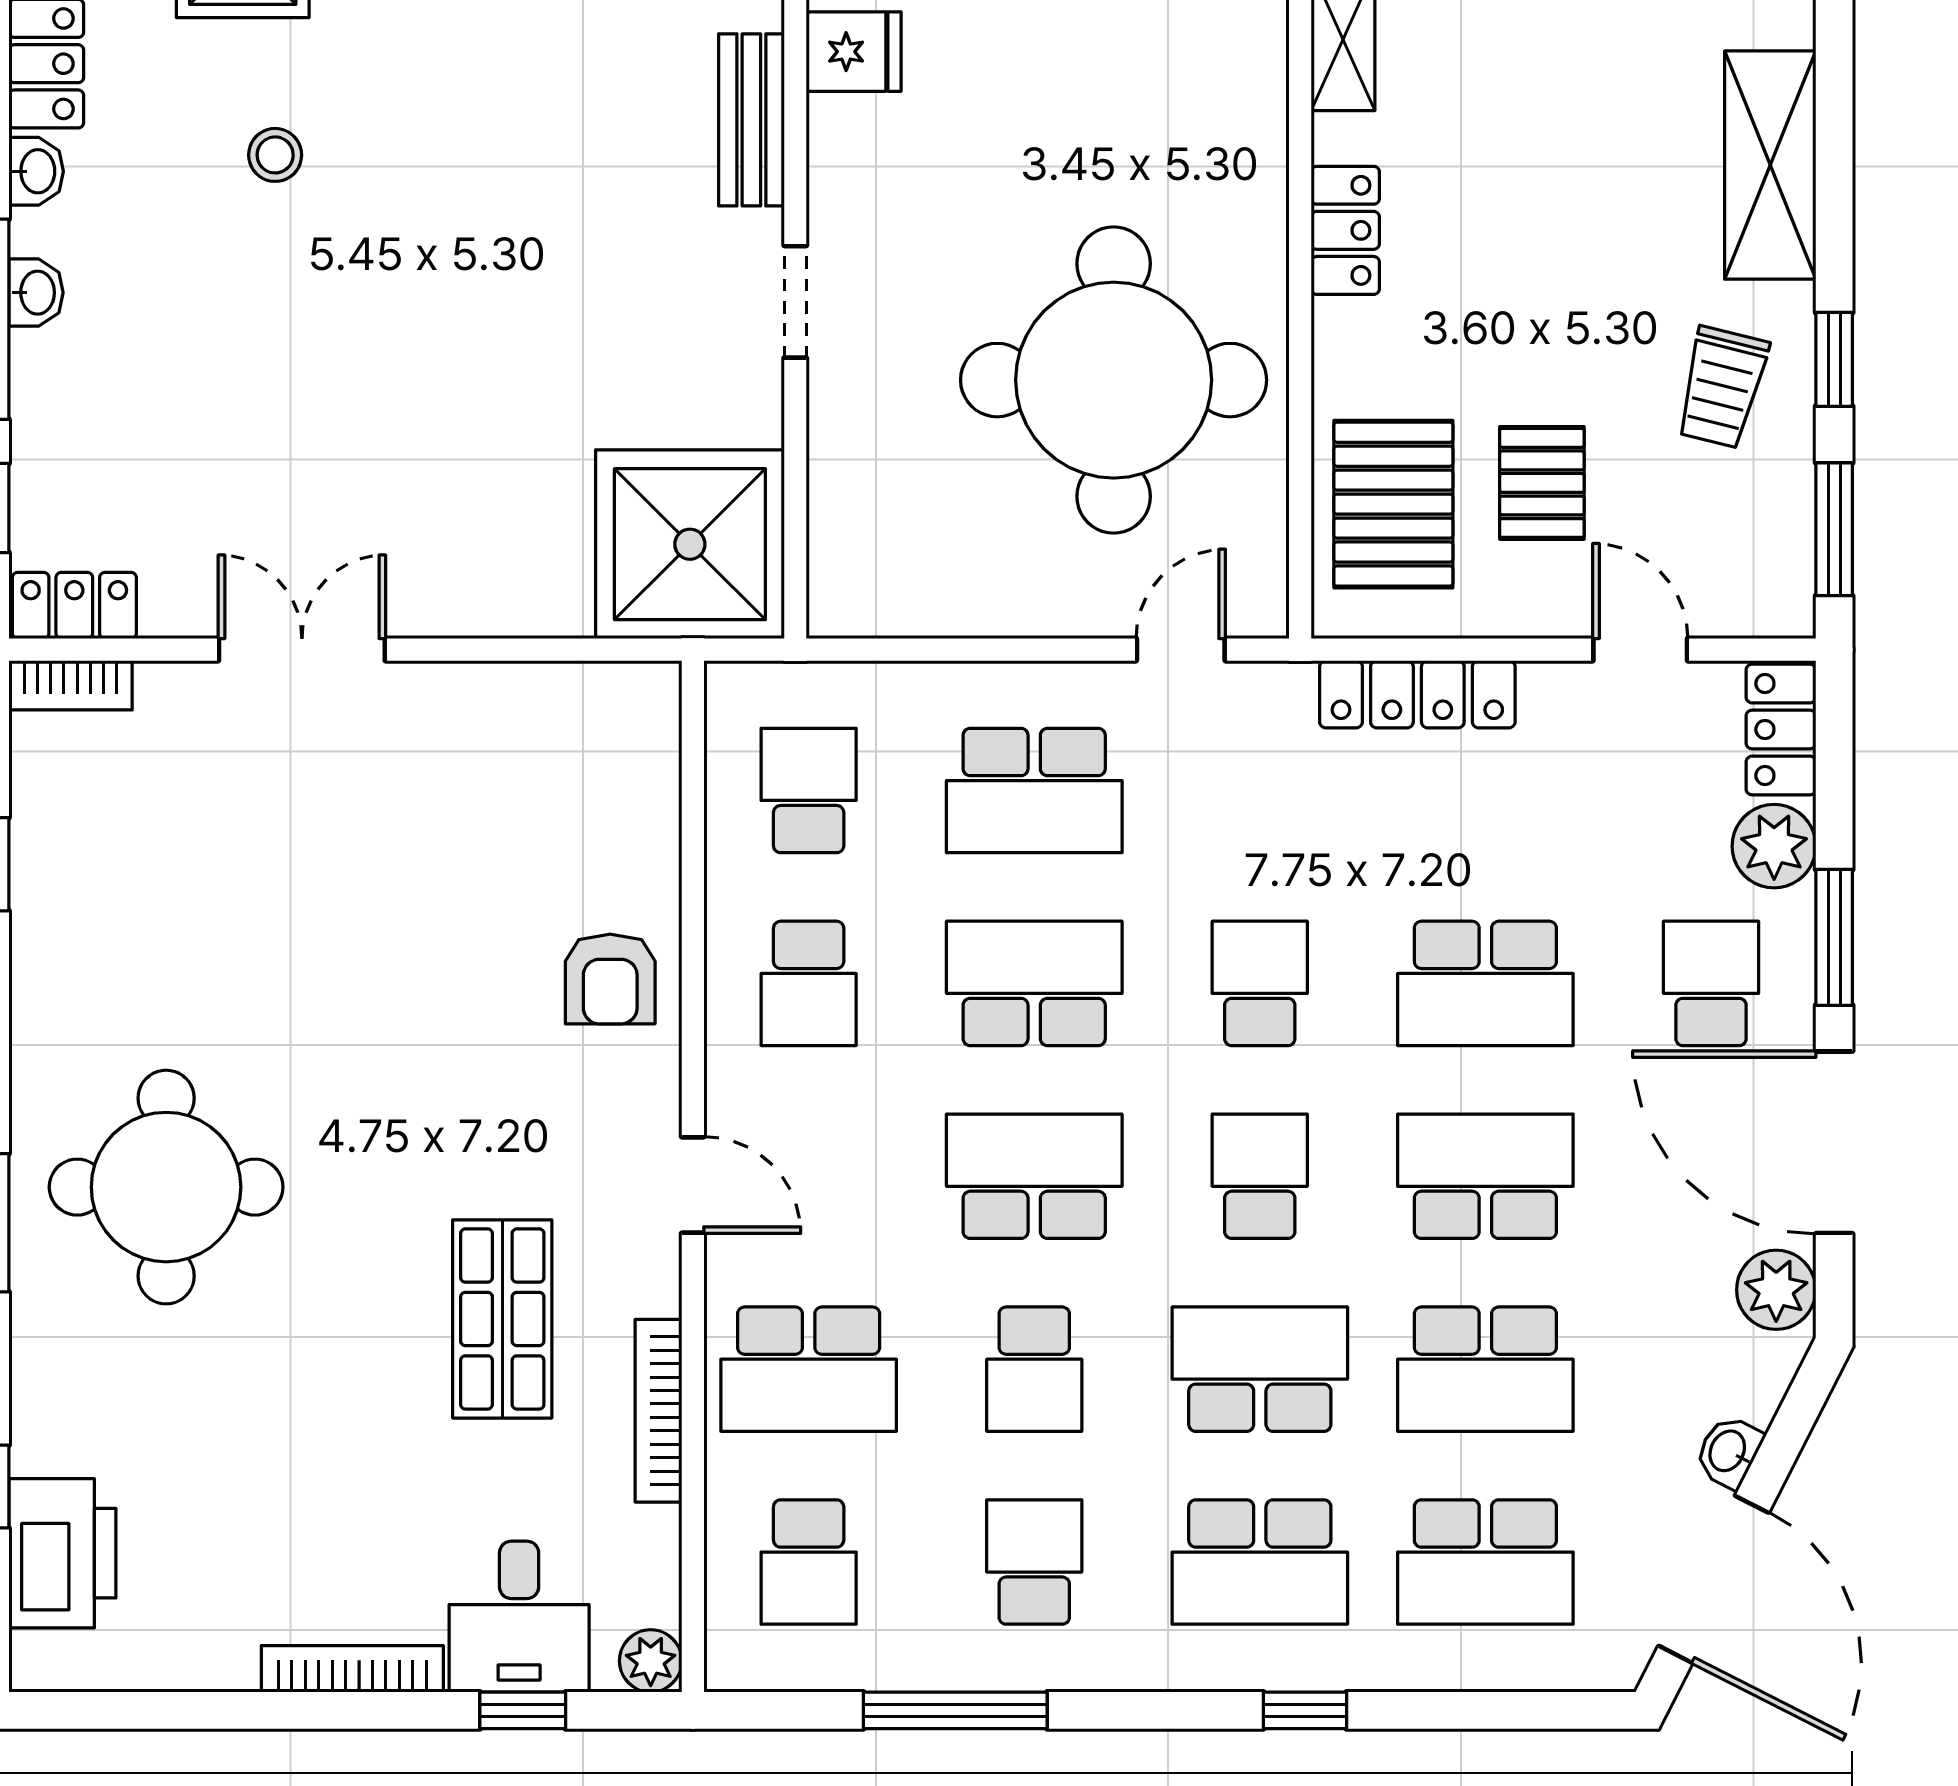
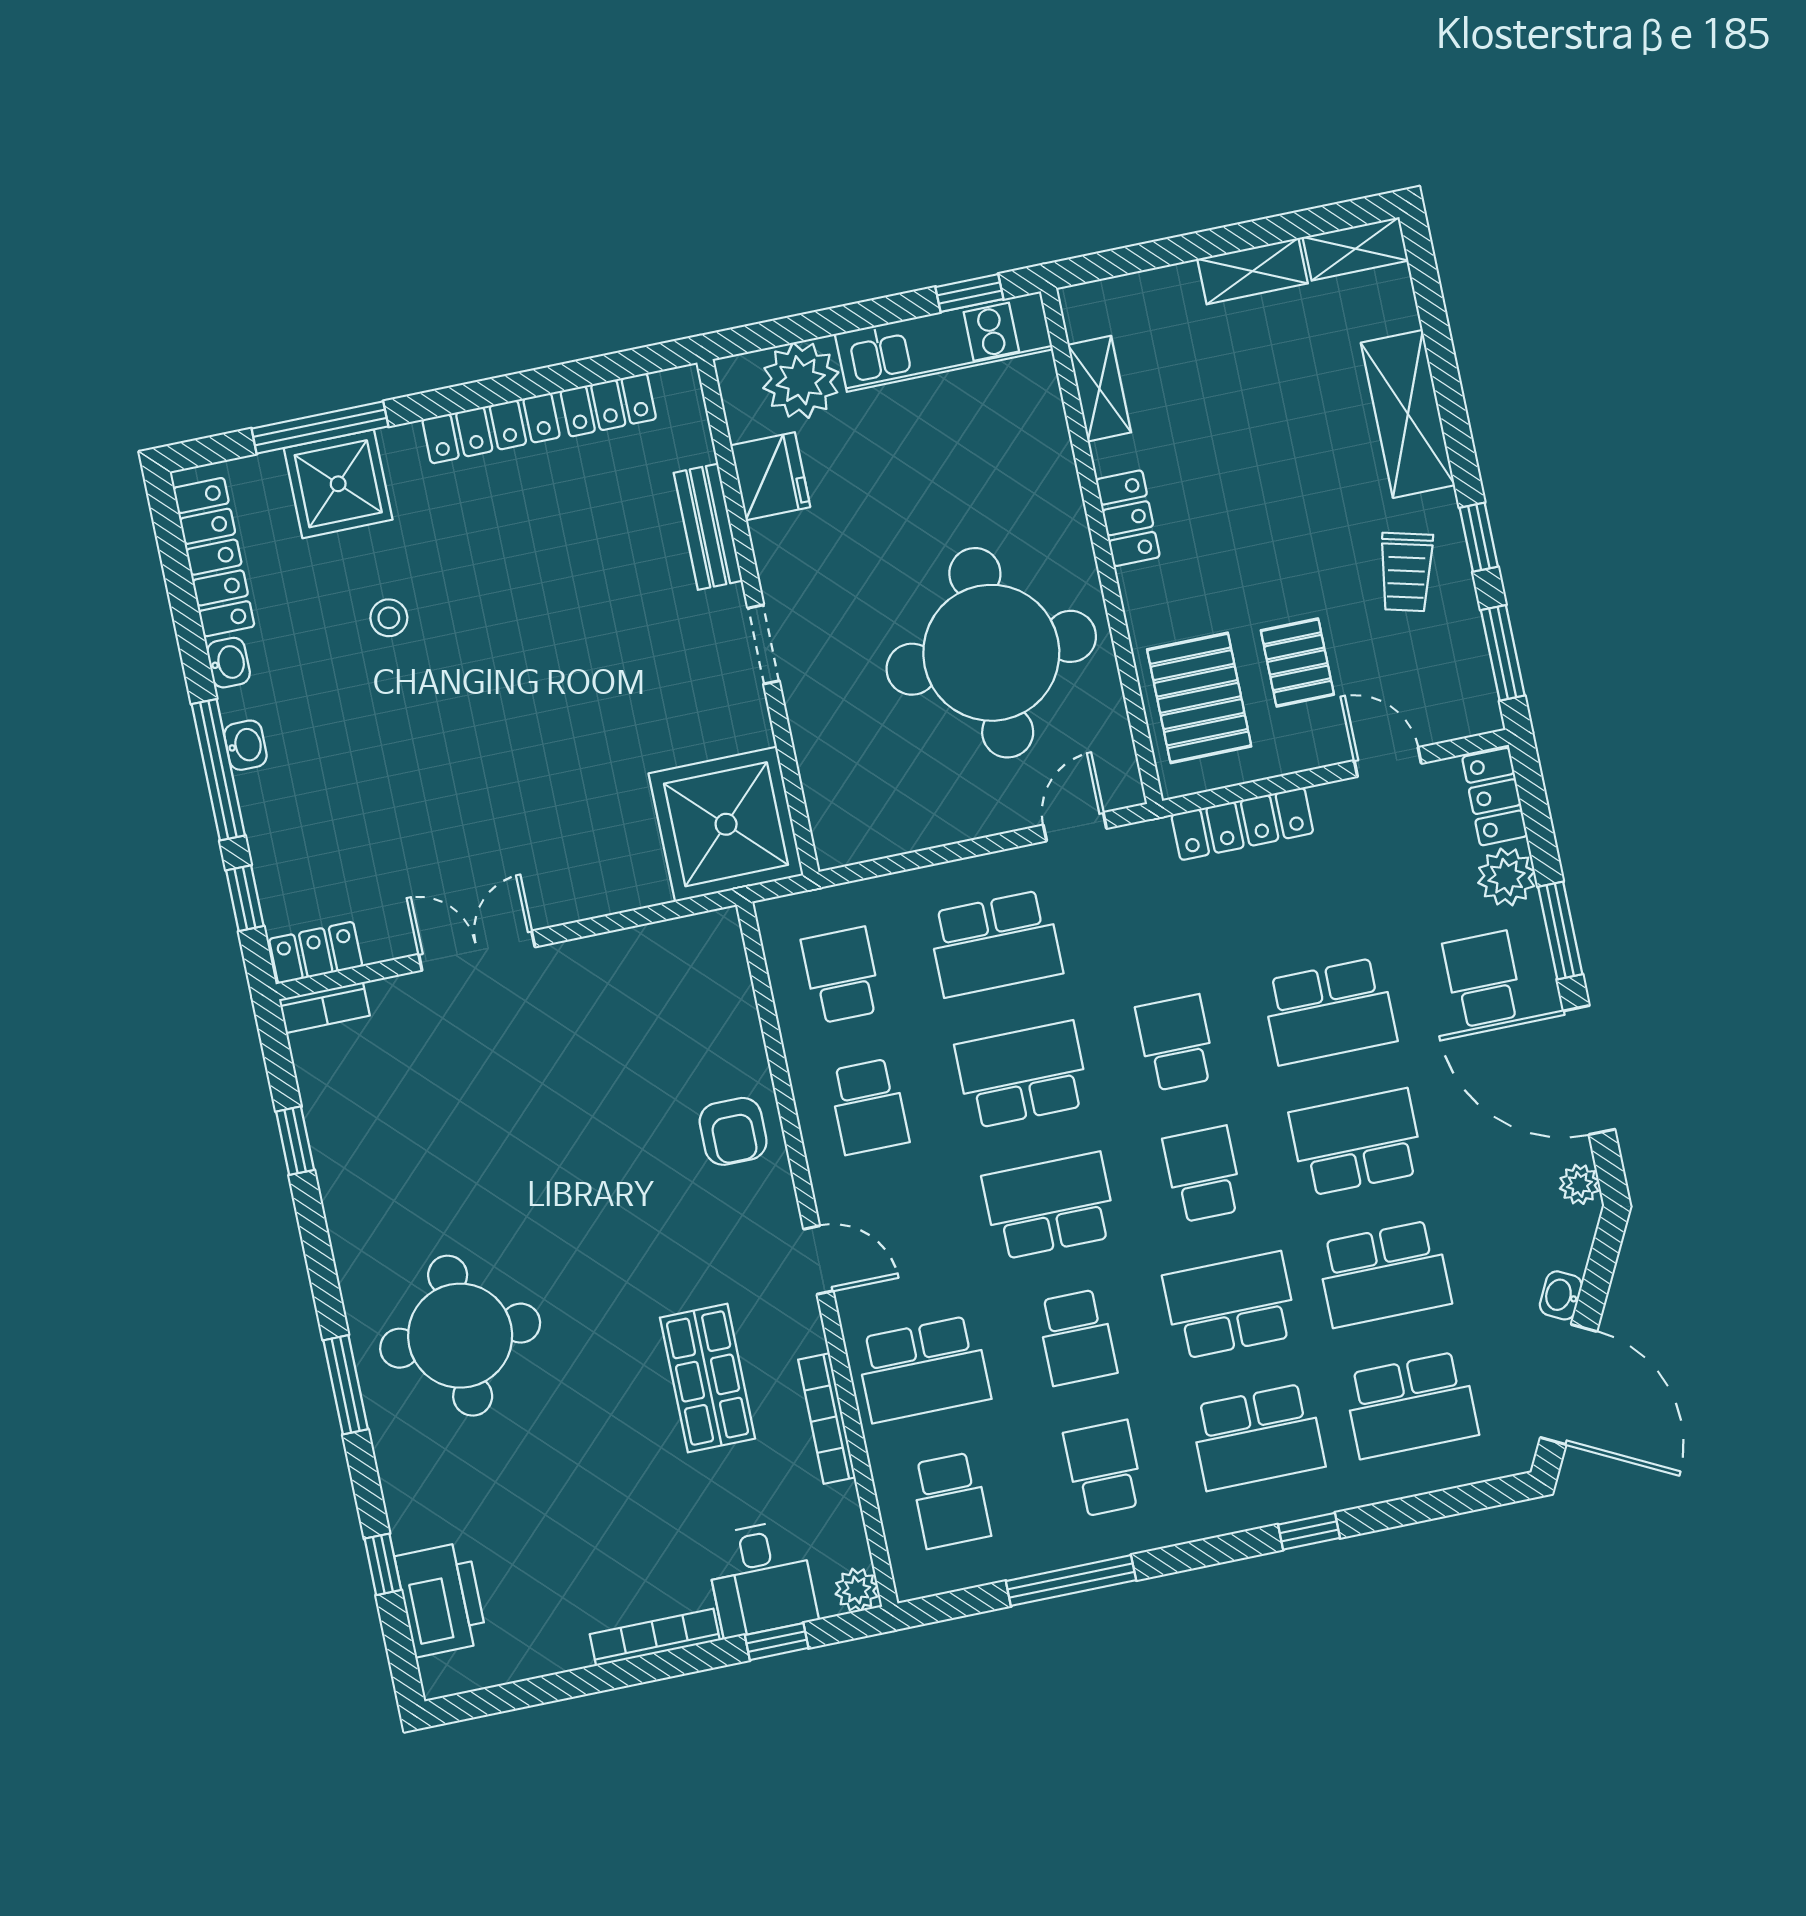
fridge: (854, 52) -> (770, 476), width x1.38
plant: (1776, 1290) -> (1579, 1184), width x0.73, depth x0.73

